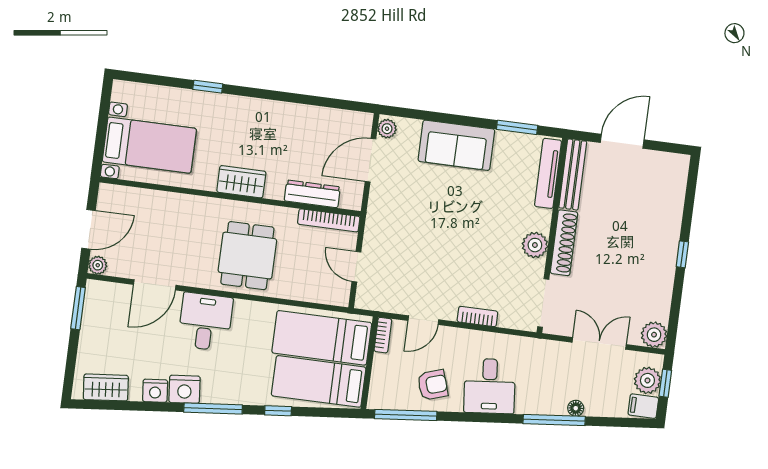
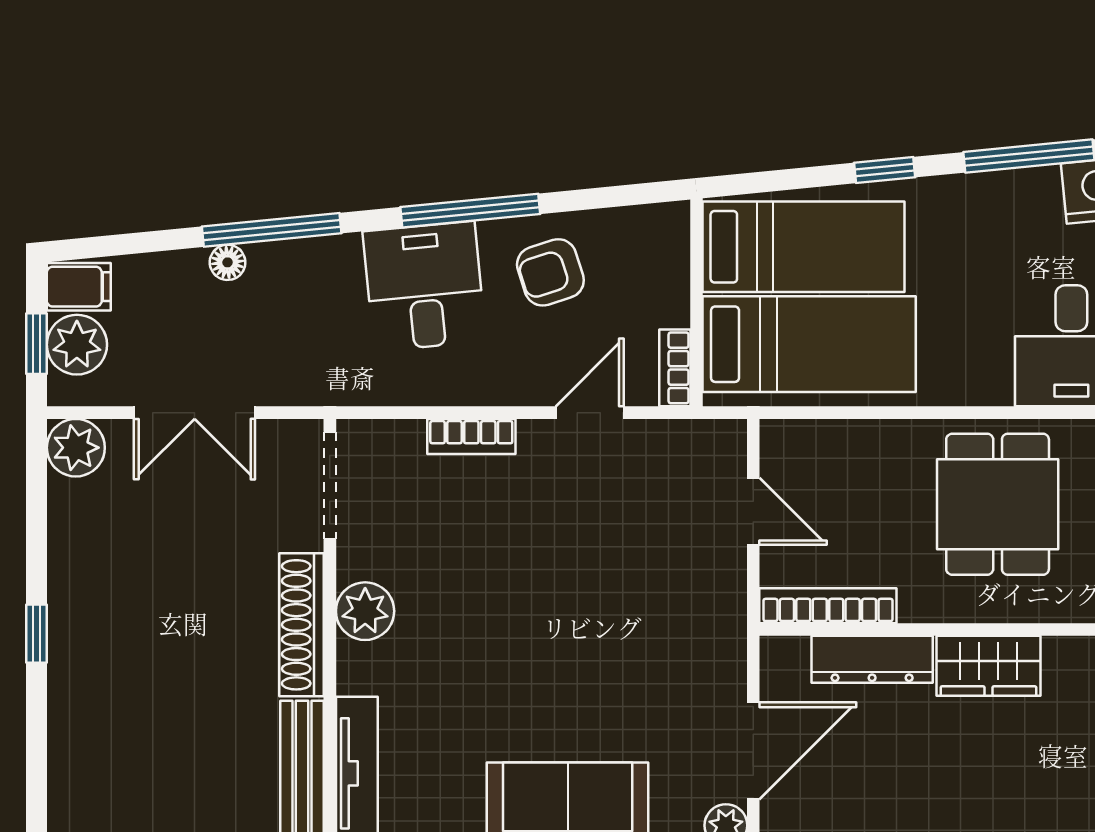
wardrobe: (241, 182) -> (988, 666), moved
window: (406, 415) -> (470, 211), moved

